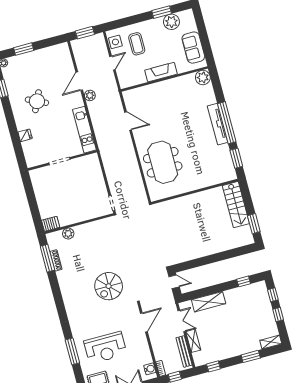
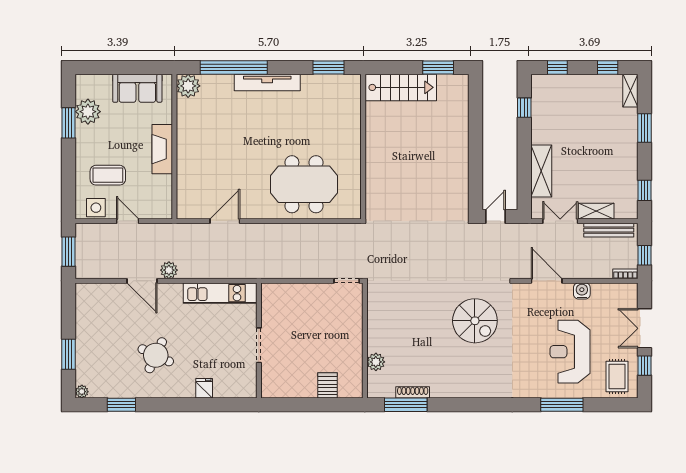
window: (227, 123) -> (234, 67), moved
server rack: (51, 224) -> (327, 385), moved
window: (278, 314) -> (608, 67), moved
reception desk: (105, 348) -> (570, 352), turned 180
water cooler: (150, 369) -> (582, 291), moved

